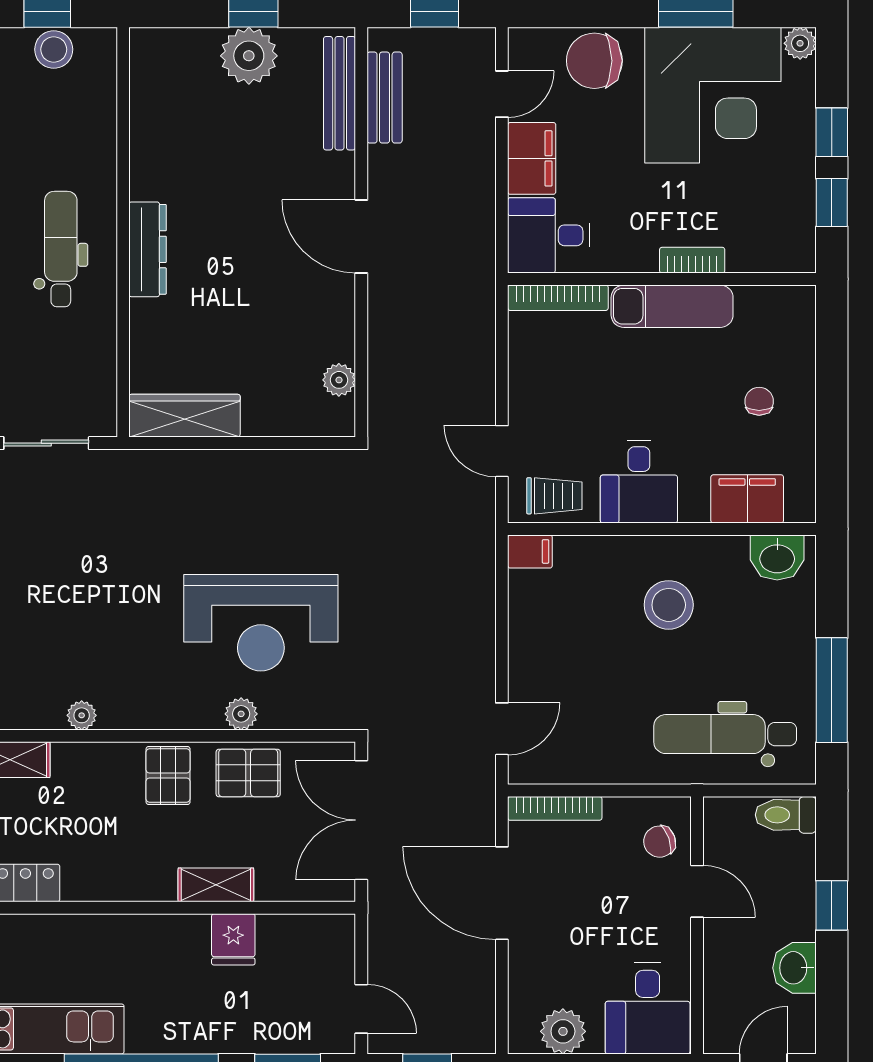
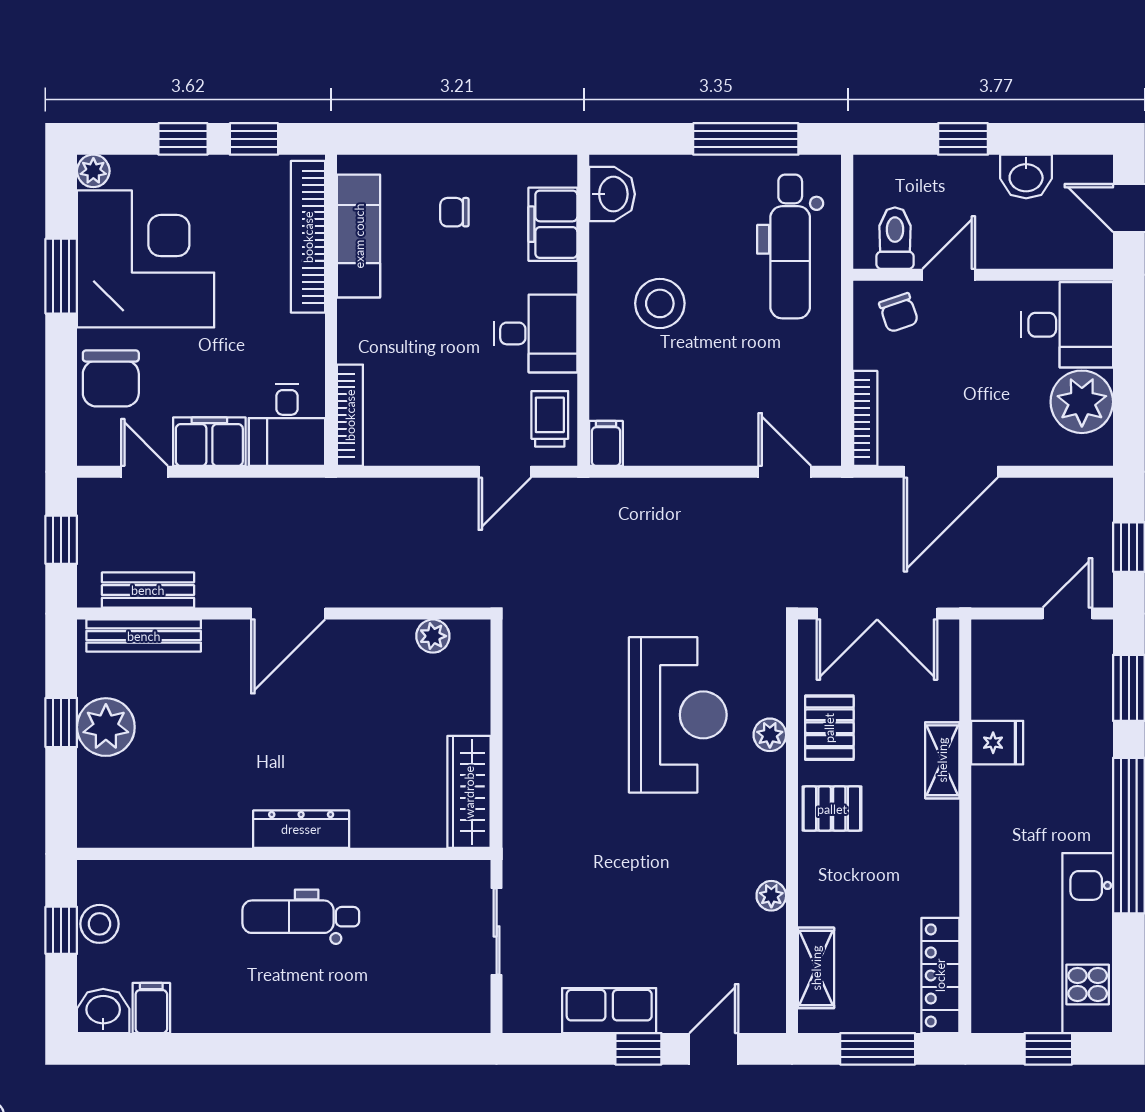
bookcase: (692, 260) -> (308, 237), width x2.31, depth x1.31
exam couch: (672, 306) -> (359, 236), moved
toilet: (786, 815) -> (895, 238), moved, turned 180
plant: (563, 1031) -> (1082, 402), width x1.36, depth x1.36

